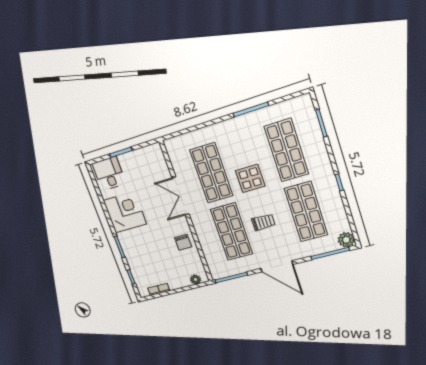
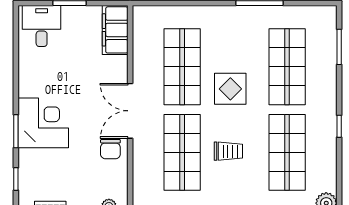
filing cabinet: (157, 161) -> (115, 30), added
double door: (181, 196) -> (130, 111), moved
corner desk: (125, 212) -> (43, 123), moved

